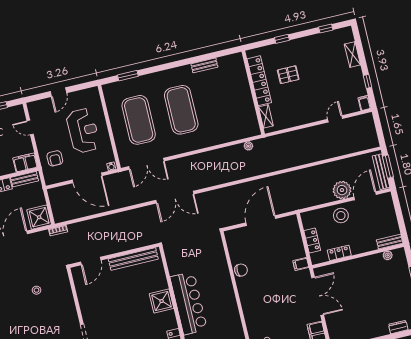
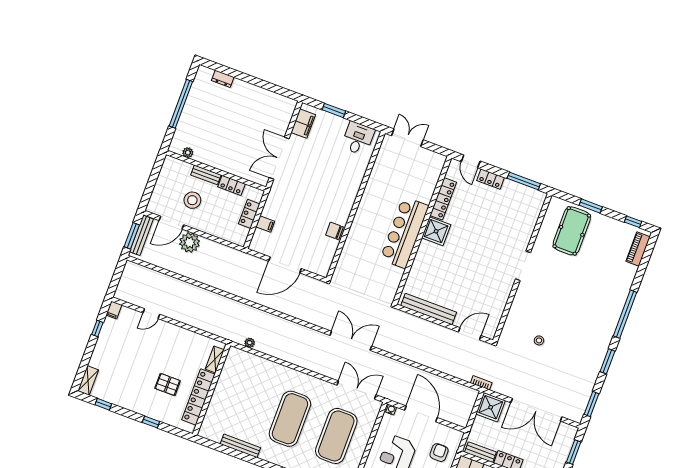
shelving: (352, 54) -> (88, 380), moved
bench: (204, 65) -> (240, 446), width x1.36
stool: (341, 216) -> (192, 200), moved
bench: (390, 242) -> (206, 175), moved
filing cabinet: (301, 264) -> (265, 224), moved
shower: (162, 301) -> (436, 231), moved

